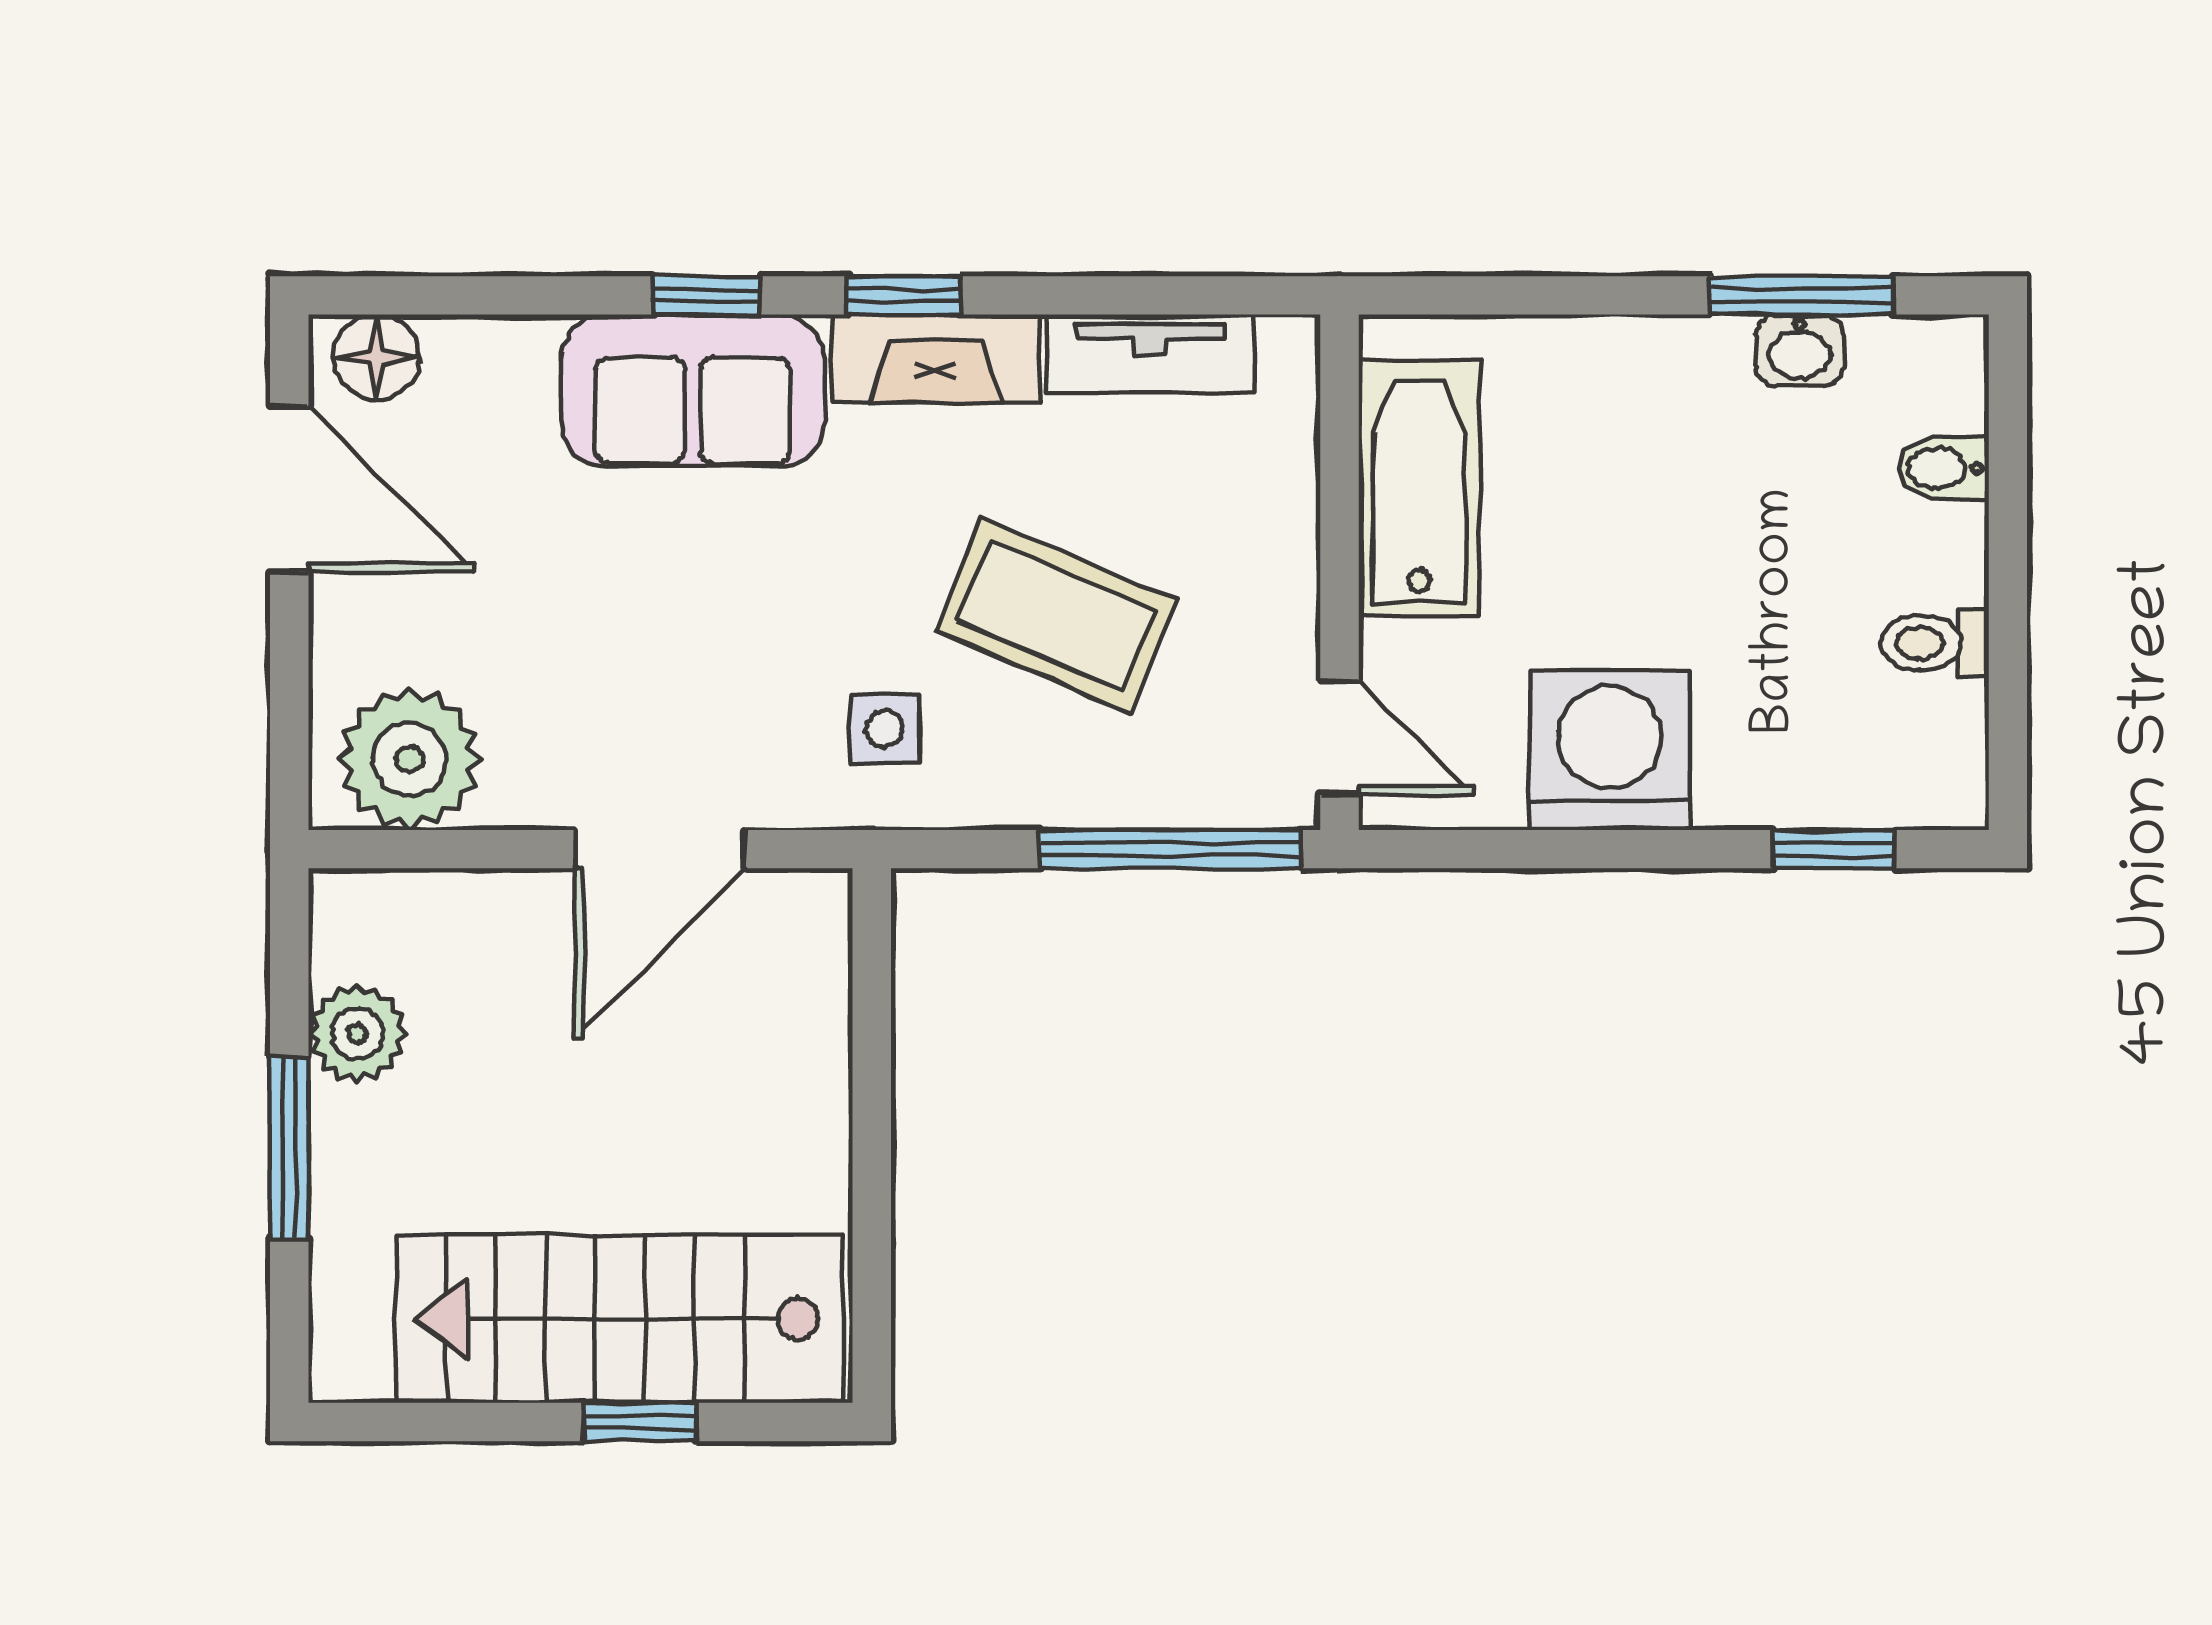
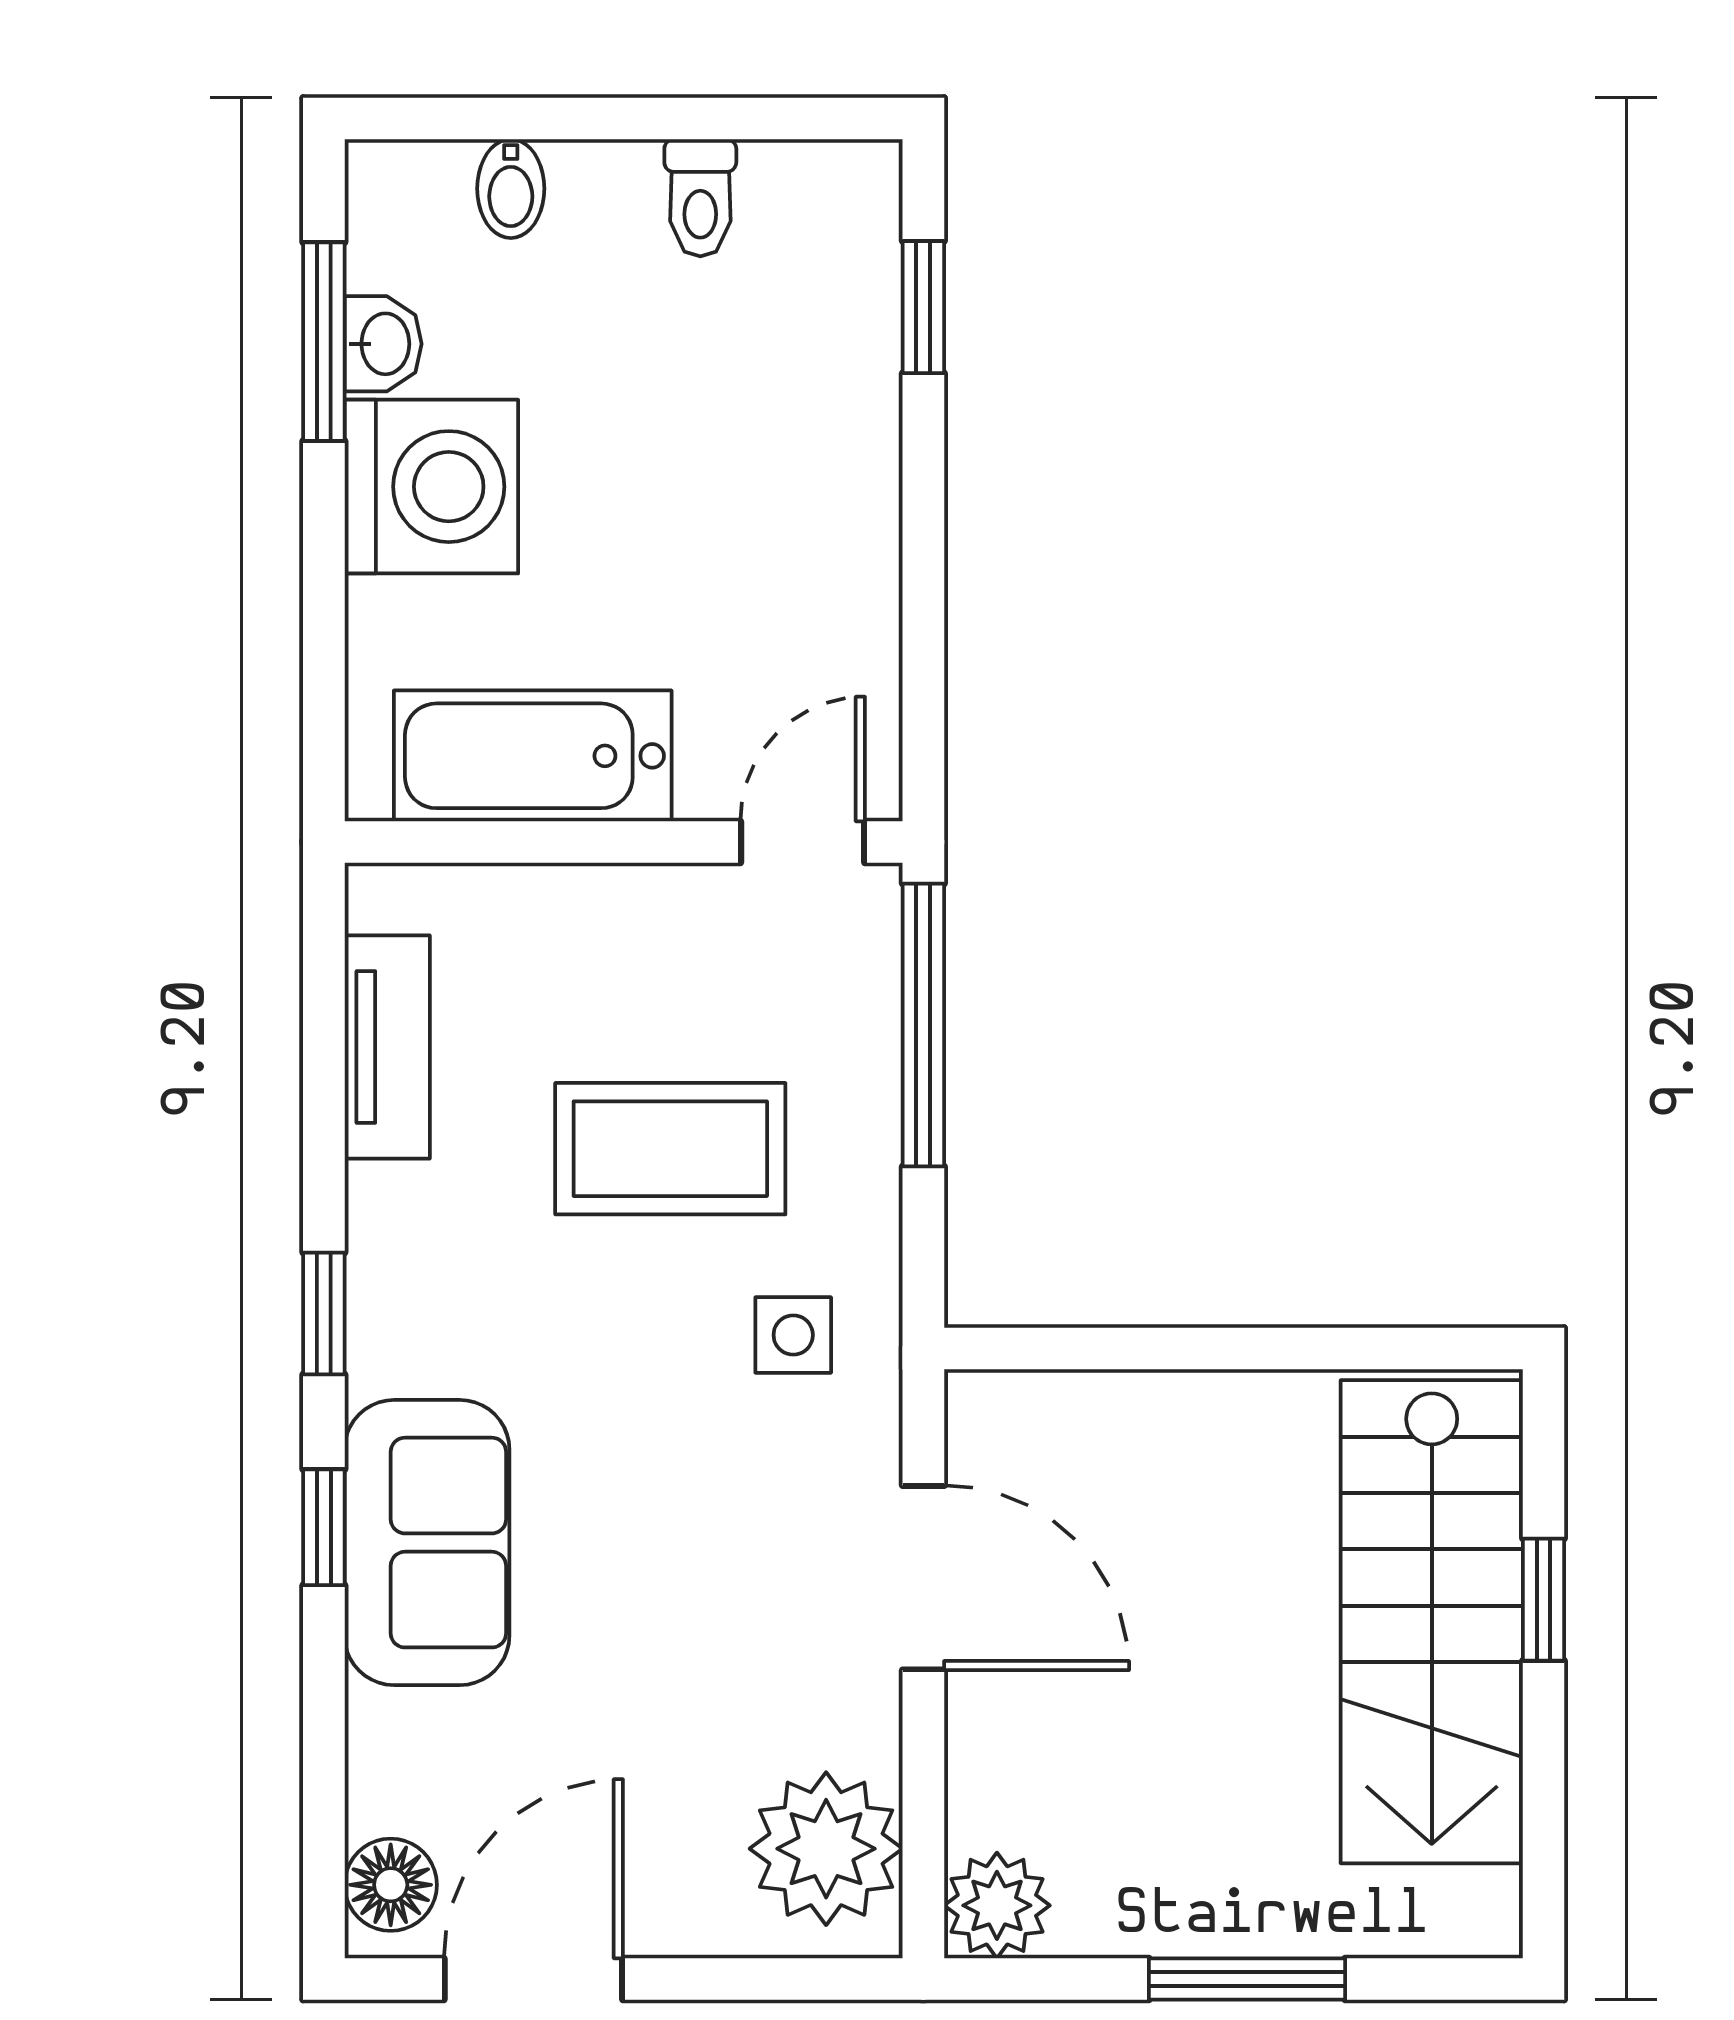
fireplace: (936, 359) -> (393, 1279), removed
coffee table: (1056, 615) -> (670, 1149), turned 67
washing machine: (1610, 750) -> (431, 487), moved, turned 180
plant: (357, 1034) -> (997, 1905), moved

